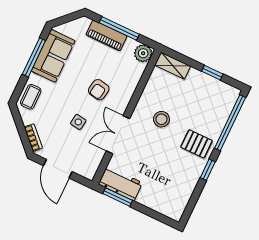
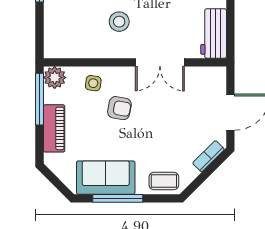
window: (119, 28) -> (39, 99), moved
shelving: (173, 66) -> (53, 38), removed
side table: (78, 122) -> (93, 83), moved
window: (118, 197) -> (230, 29), removed

